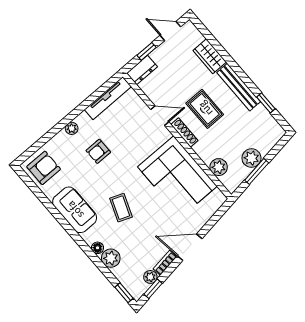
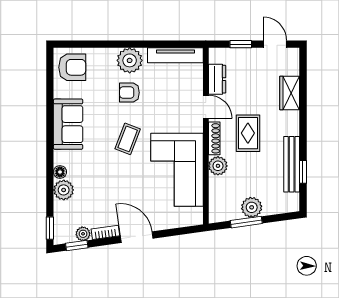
dresser: (142, 70) -> (217, 79), moved, turned -90
bench: (239, 87) -> (292, 164), moved
plant: (72, 128) -> (130, 60), width x1.88, depth x1.88
plant: (219, 167) -> (218, 166), moved
coffee table: (121, 208) -> (128, 139), moved

